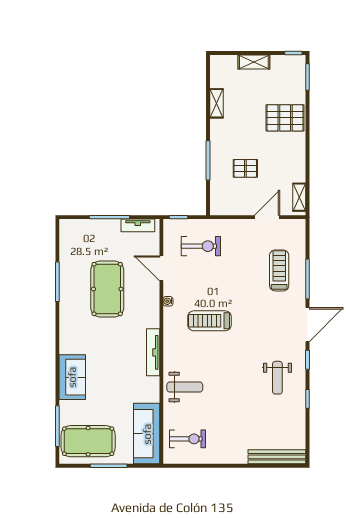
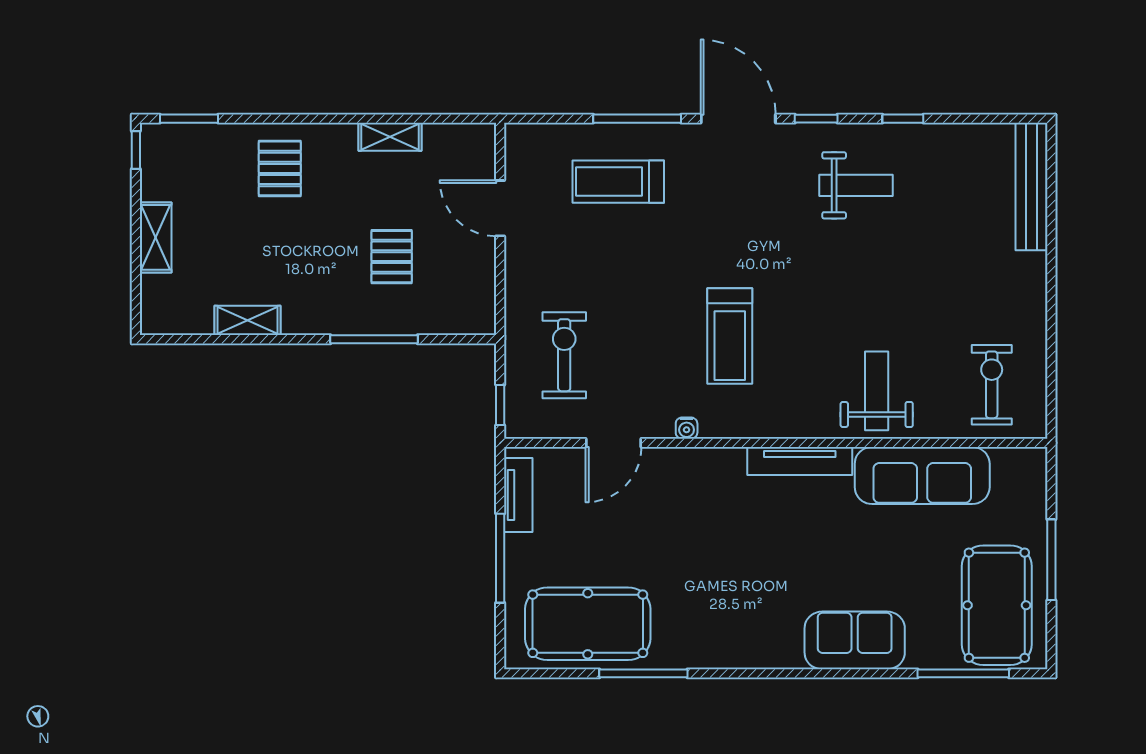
pallet: (285, 118) -> (280, 168), width x0.67, depth x0.71
shelving: (299, 197) -> (390, 137), moved
pool table: (107, 289) -> (588, 624), moved
sofa: (147, 434) -> (922, 475), moved

